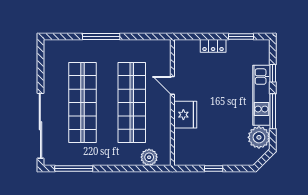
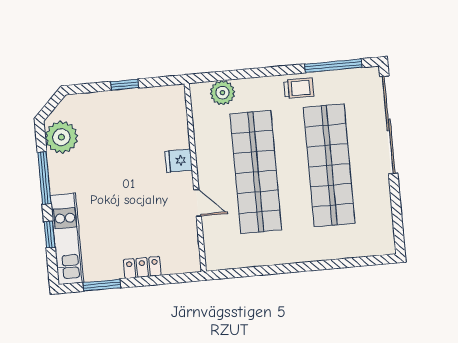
window: (101, 37) -> (311, 266), removed
kitchen unit: (261, 95) -> (67, 239), moved
fridge: (185, 115) -> (179, 161), width x0.53, depth x0.75
trolley: (98, 156) -> (299, 88), added

